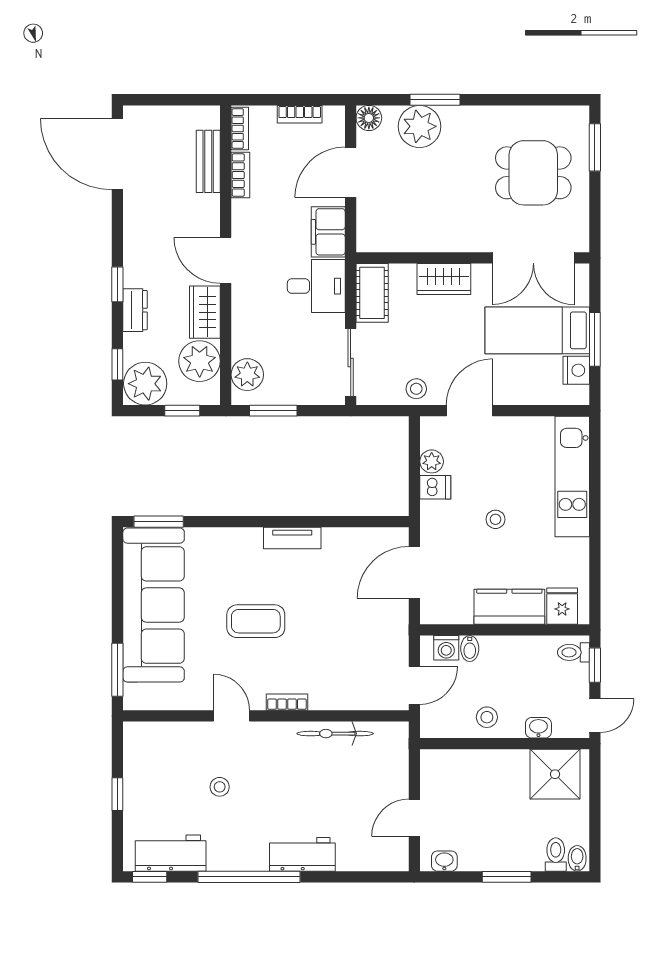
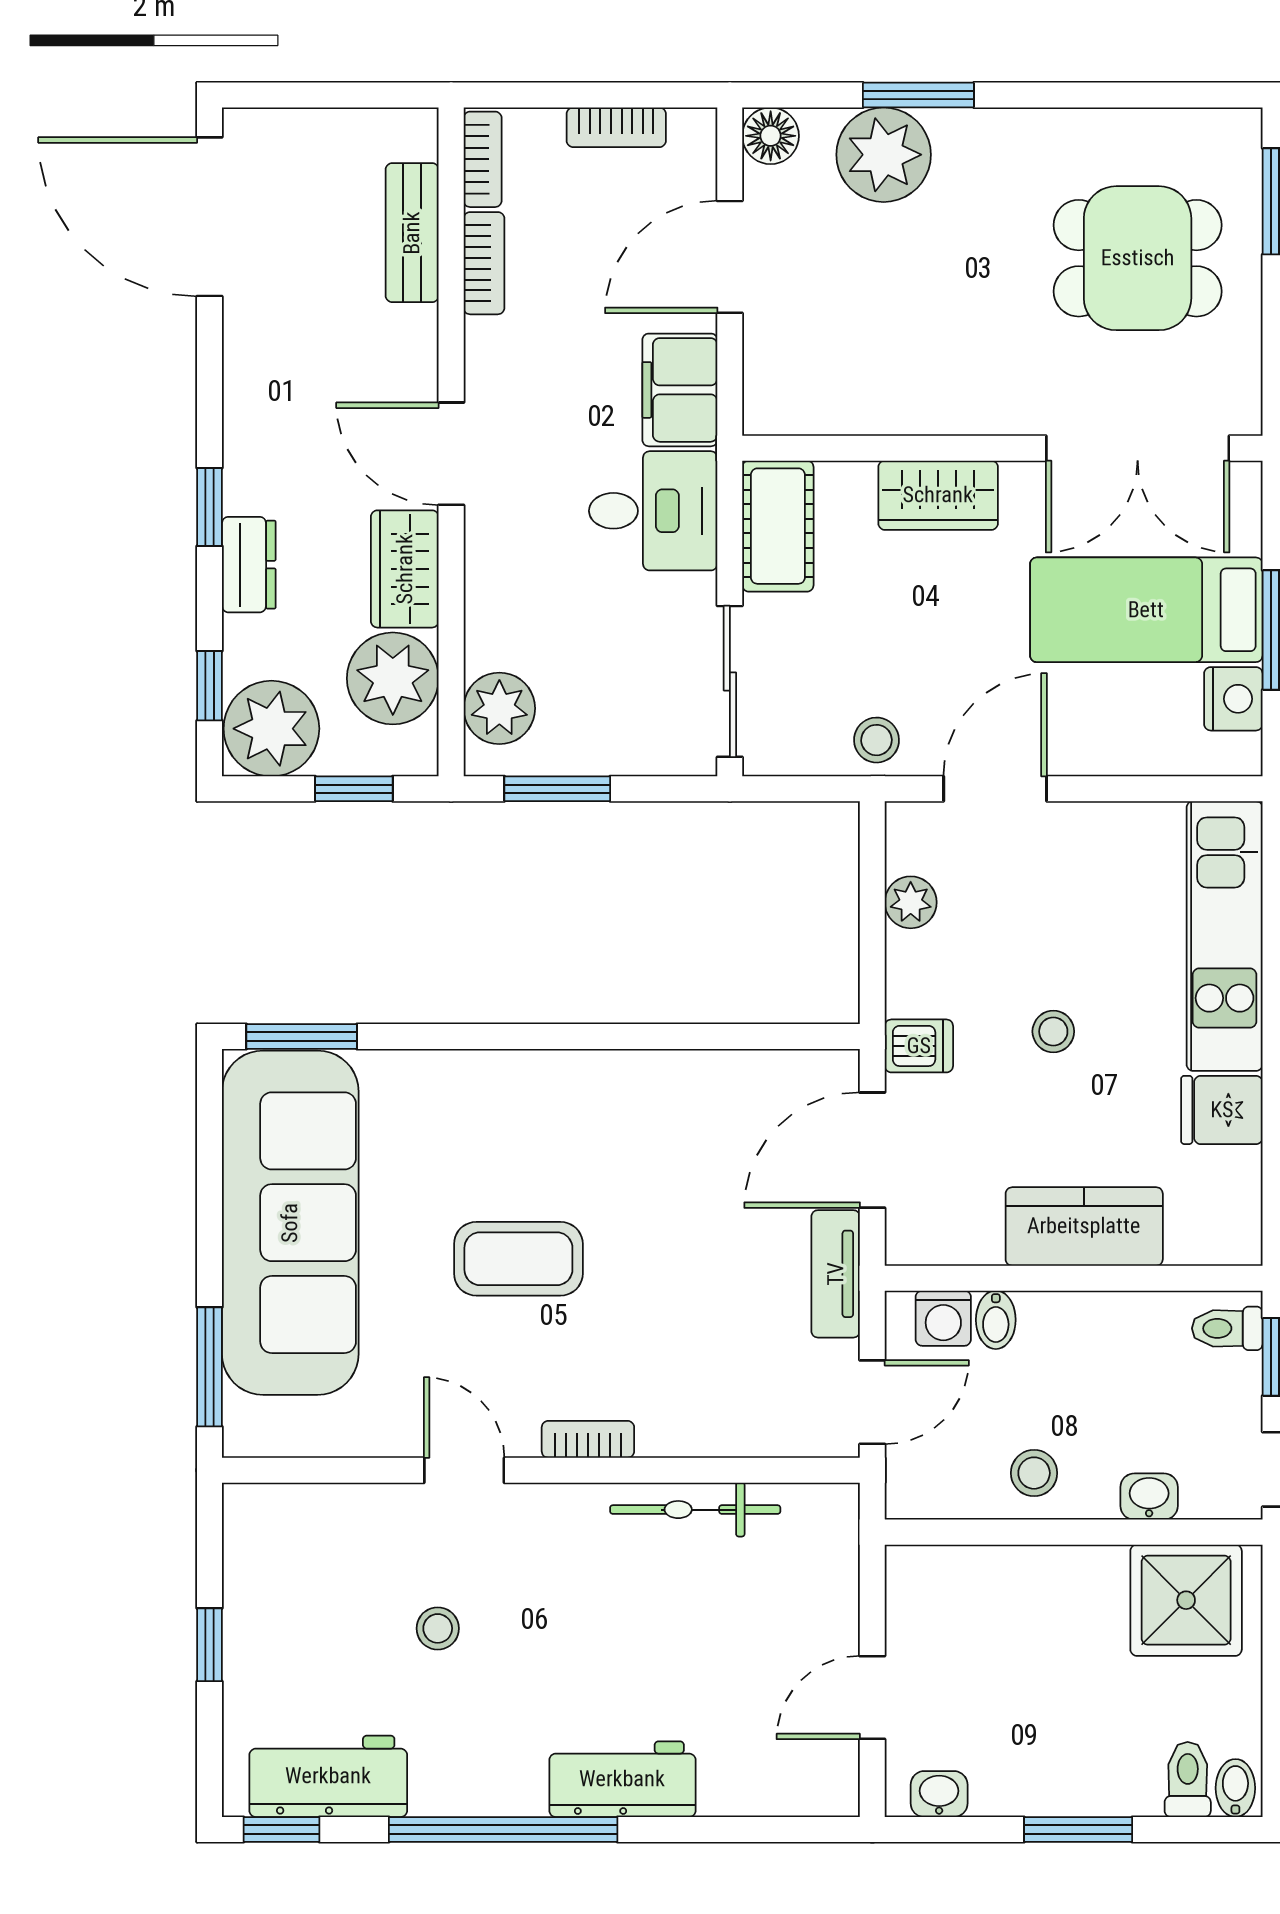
dishwasher: (435, 487) -> (919, 1046), moved
tv unit: (292, 538) -> (836, 1274), moved, turned 90
fridge: (562, 606) -> (1222, 1110), moved, turned -90

